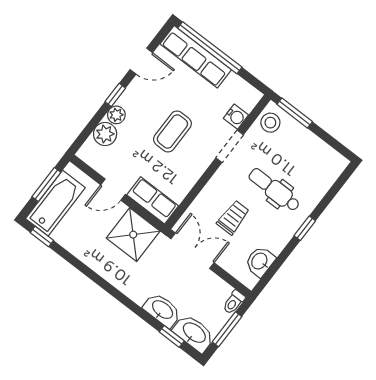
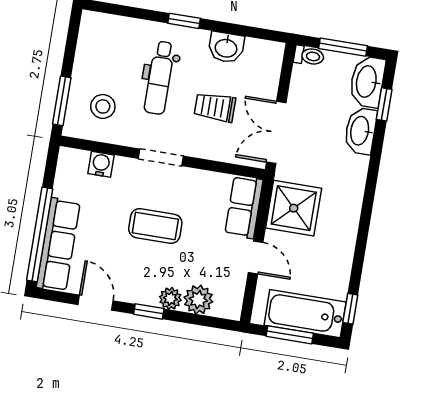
stool: (270, 123) -> (103, 106), moved
doorway: (230, 146) -> (161, 157), moved
washbasin: (260, 261) -> (226, 47), moved

